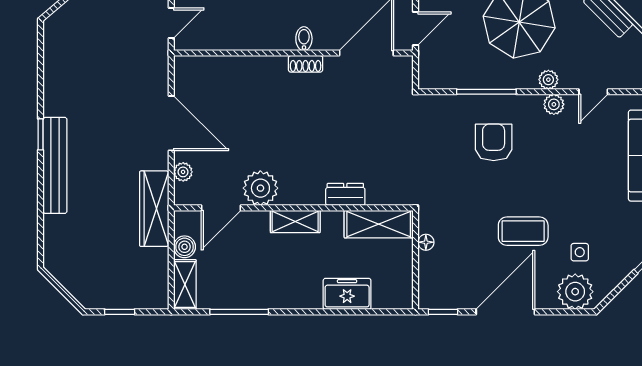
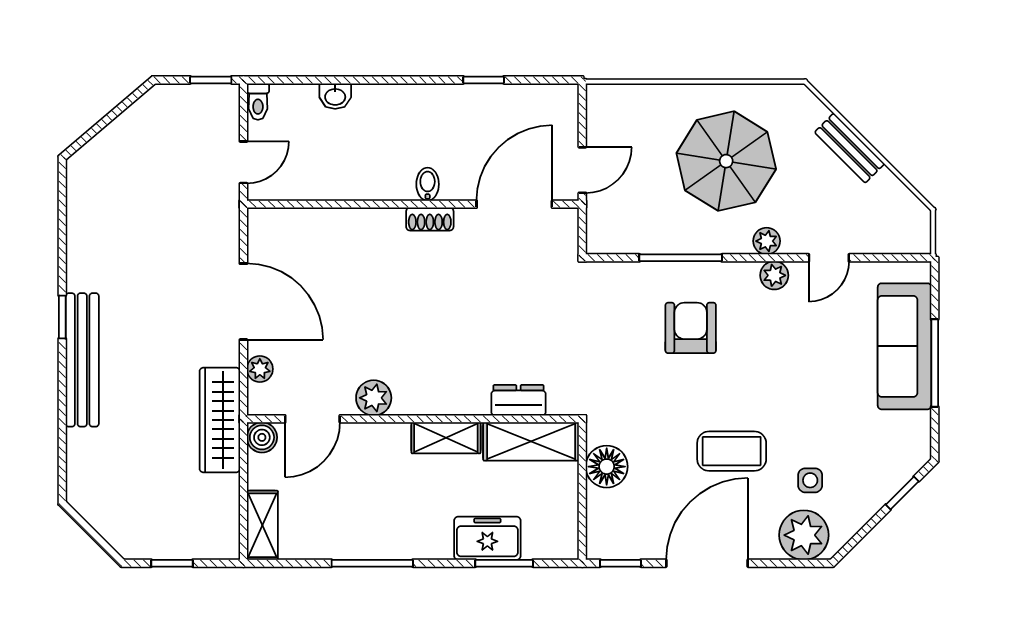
plant: (260, 188) -> (374, 398), width x0.73, depth x0.73
dresser: (345, 194) -> (518, 400), moved
shelving: (295, 222) -> (446, 438), moved
floor lamp: (426, 242) -> (607, 467), width x1.89, depth x1.89
boiler: (185, 247) -> (262, 437), moved
window: (239, 312) -> (372, 563), moved
window: (359, 312) -> (504, 563), added

